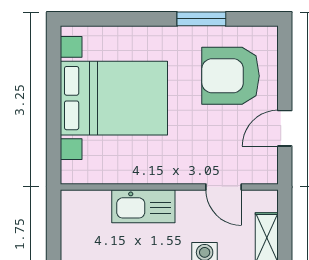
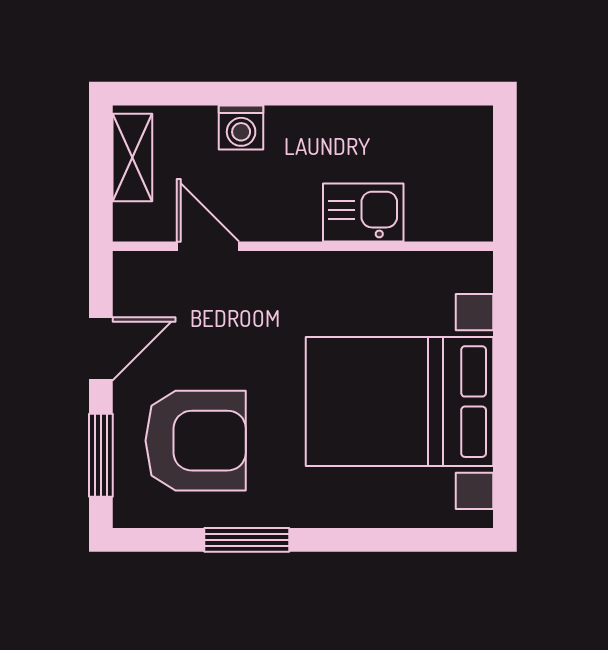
window: (285, 67) -> (101, 455), added
kitchen sink: (143, 206) -> (363, 212), width x0.73

